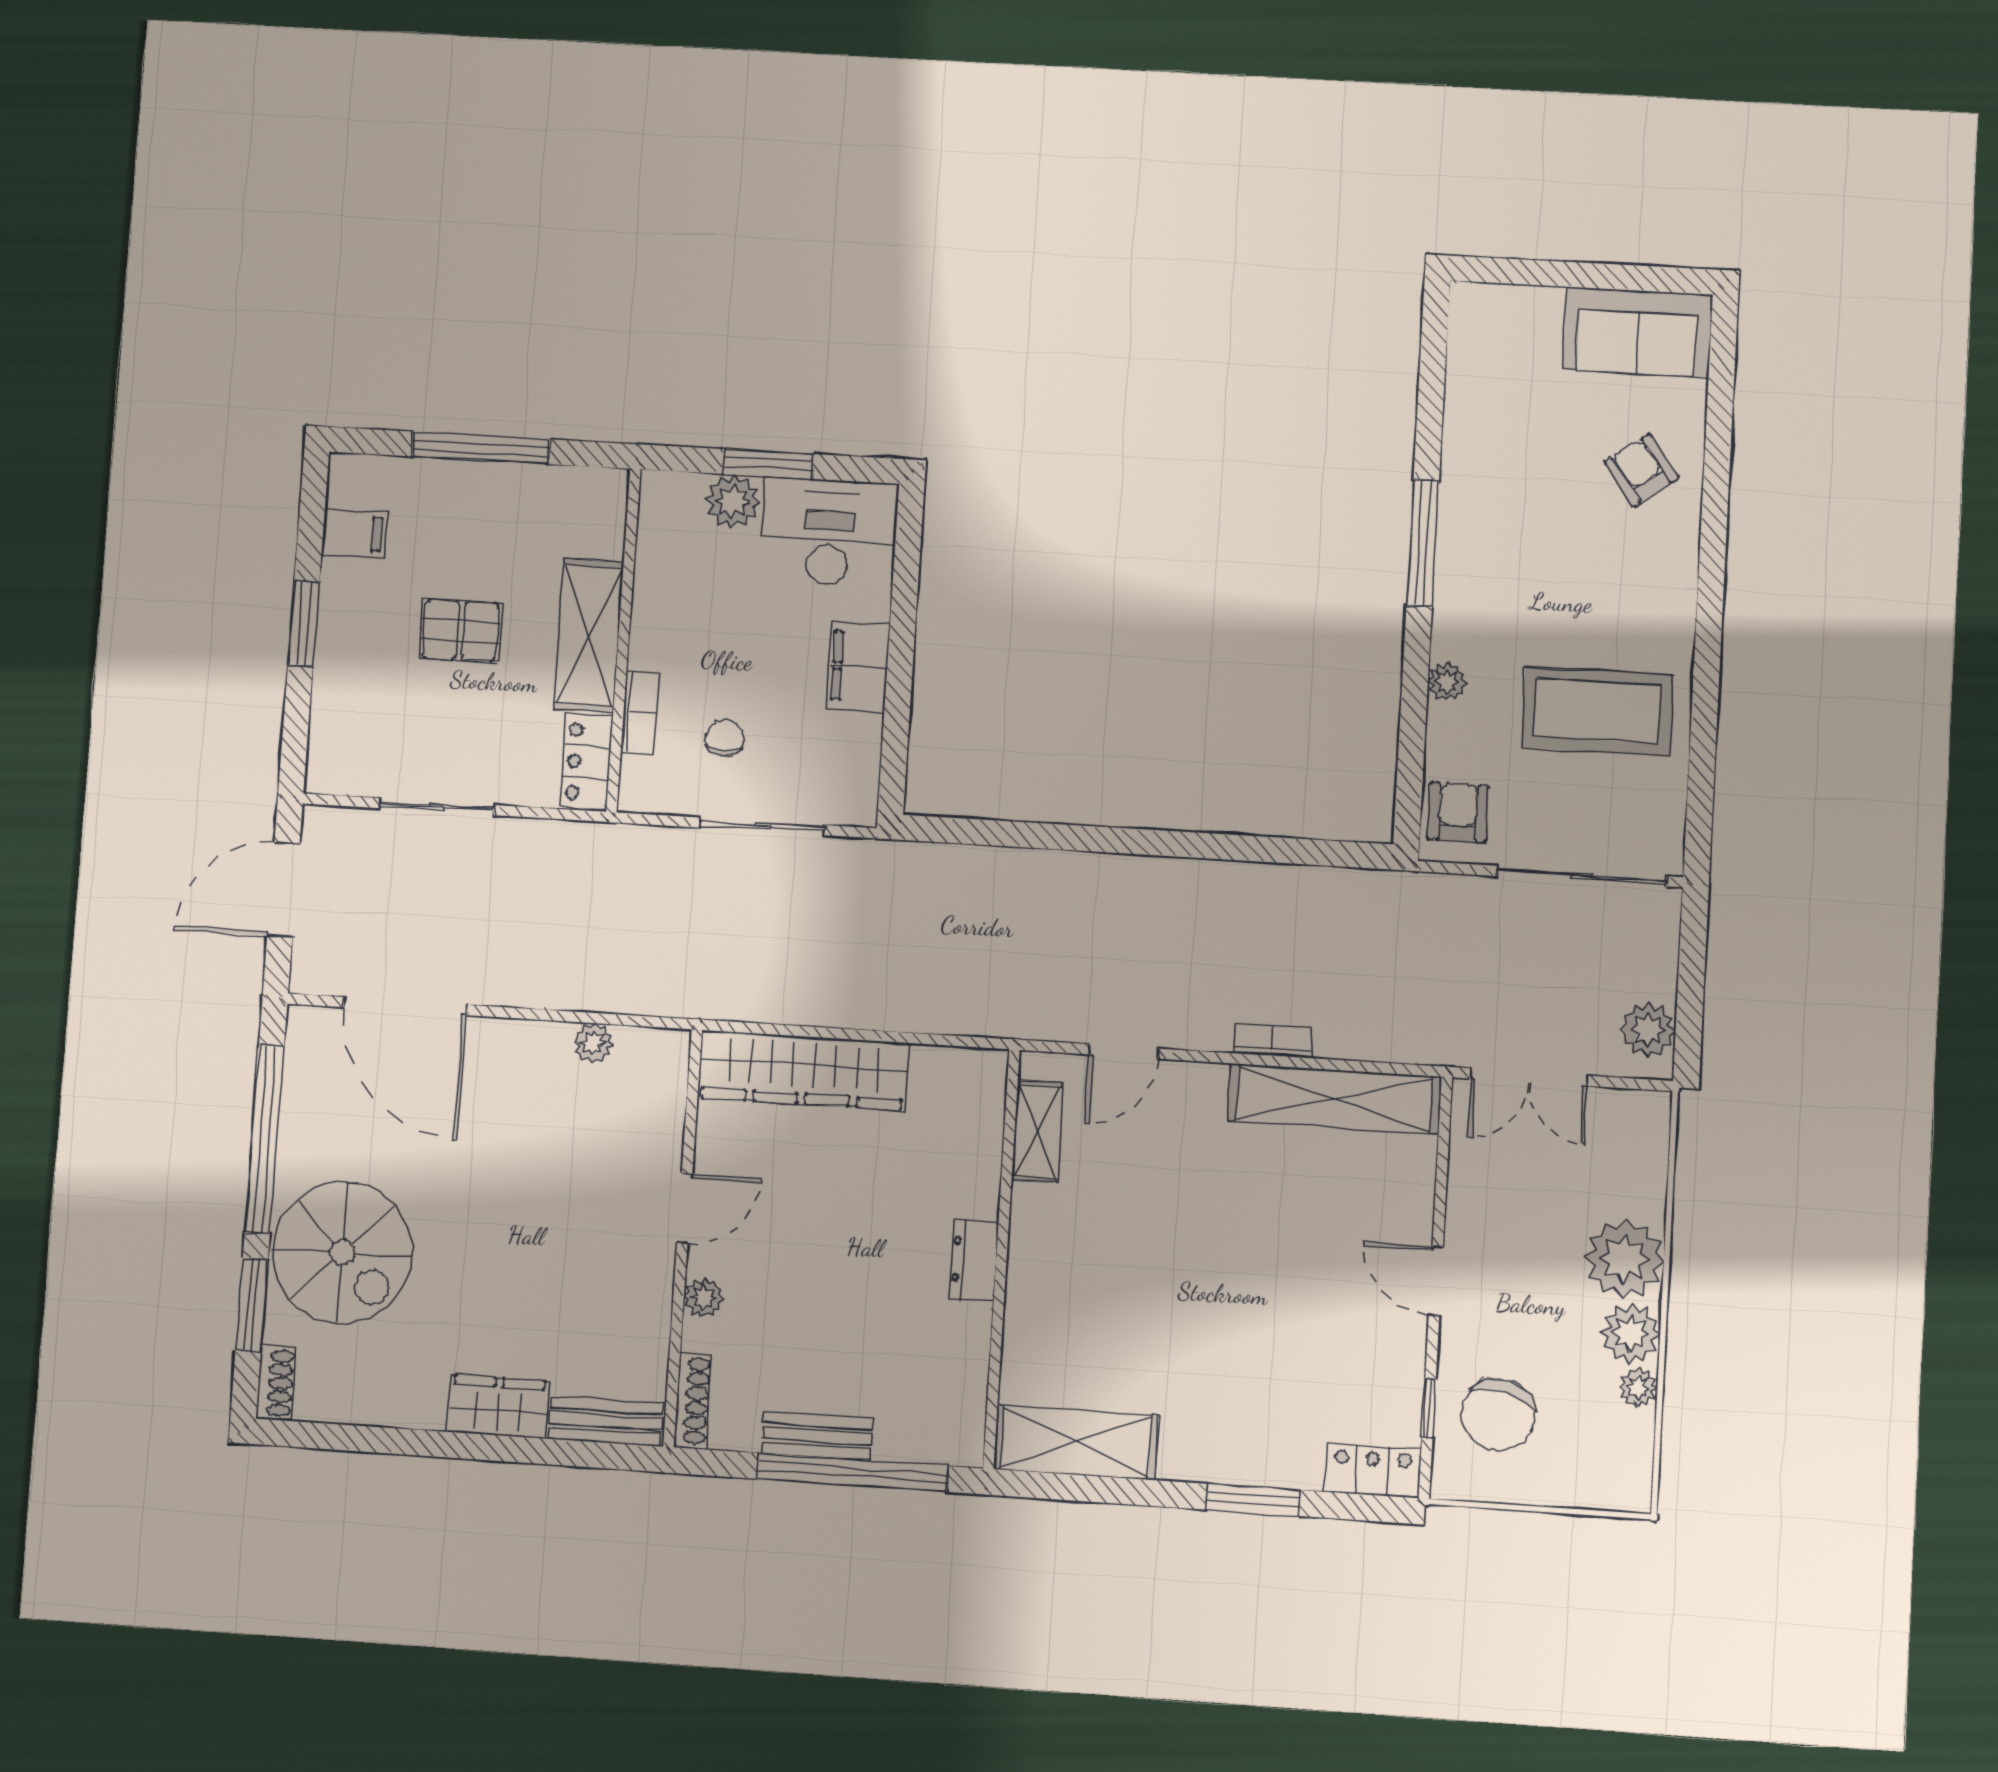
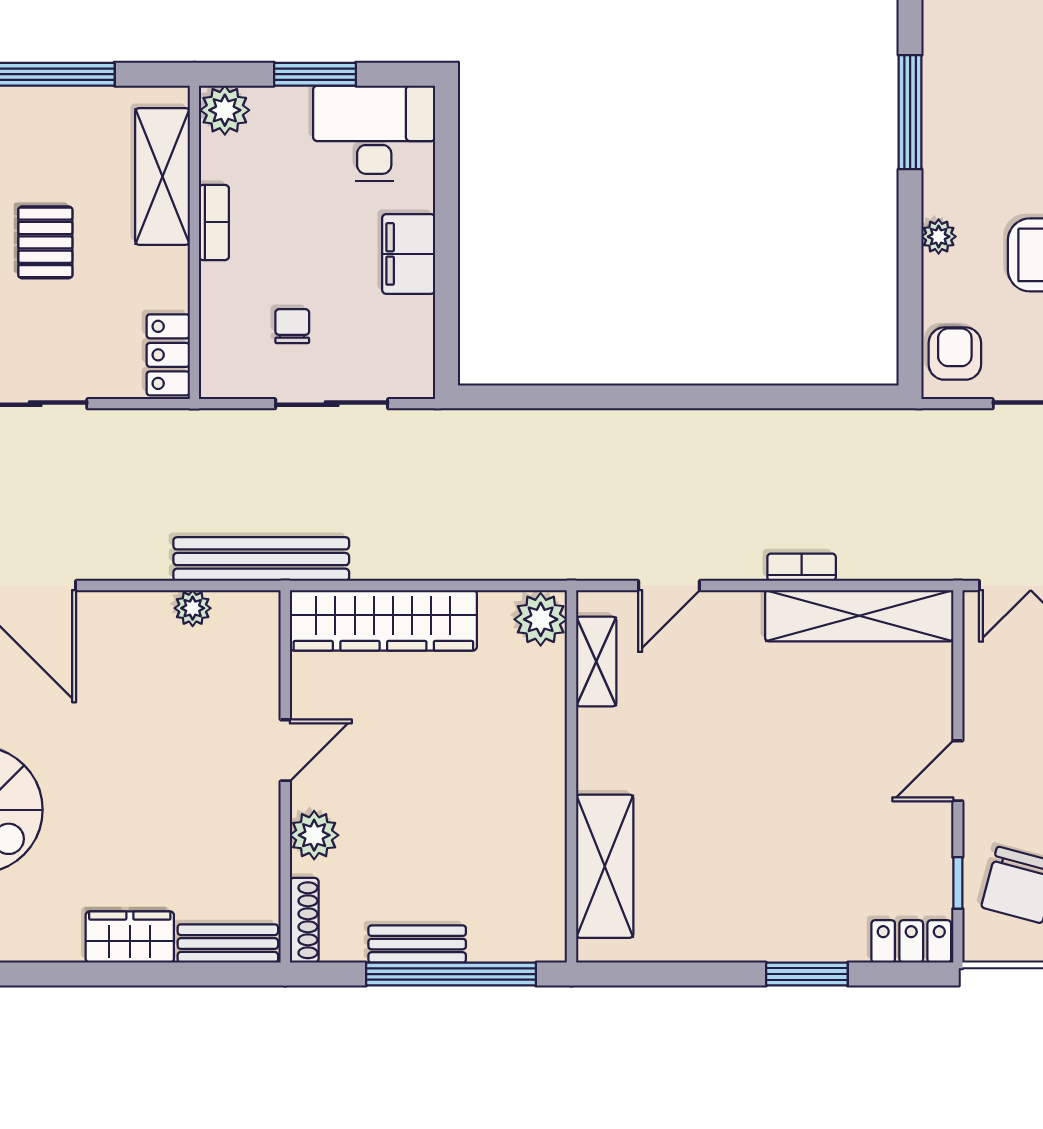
plant: (733, 501) -> (225, 110), moved
pallet: (461, 631) -> (45, 242), turned 90
shelving: (589, 635) -> (162, 176), moved
bookcase: (640, 713) -> (214, 222), moved
bench: (673, 994) -> (261, 559), added
plant: (978, 1080) -> (541, 619), added
dresser: (974, 1260) -> (547, 779), removed
door: (1436, 1281) -> (958, 771), hinge flipped
plant: (703, 1298) -> (314, 835), width x1.38, depth x1.38
shelving: (1076, 1442) -> (605, 866), moved, turned 90

